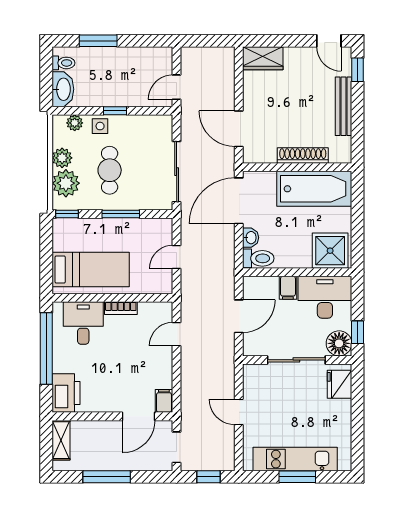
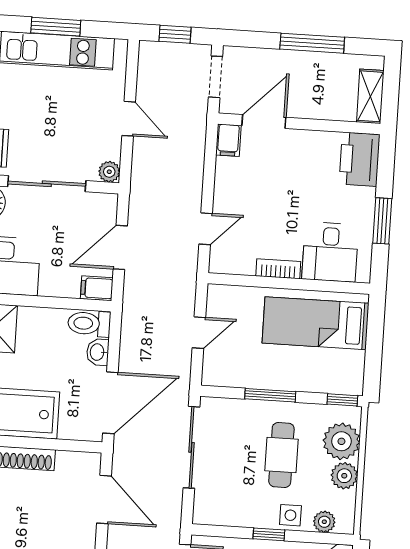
filing cabinet: (288, 288) -> (97, 288), moved, turned -90
window: (46, 348) -> (382, 221), width x0.47
plant: (251, 372) -> (109, 172), added

